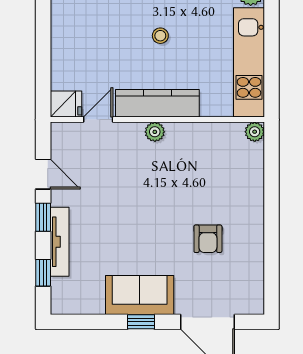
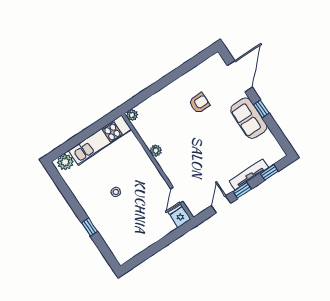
kitchen counter: (157, 103) -> (150, 172), removed
door: (98, 120) -> (177, 195), hinge flipped
plant: (155, 132) -> (156, 151), moved

